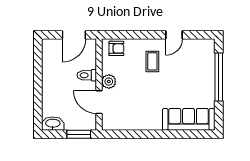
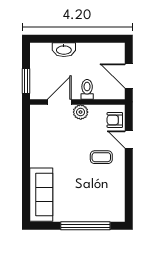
door: (174, 35) -> (129, 139), moved
armchair: (116, 48) -> (115, 120), turned 90
washbasin: (53, 124) -> (64, 50), moved, turned 90

